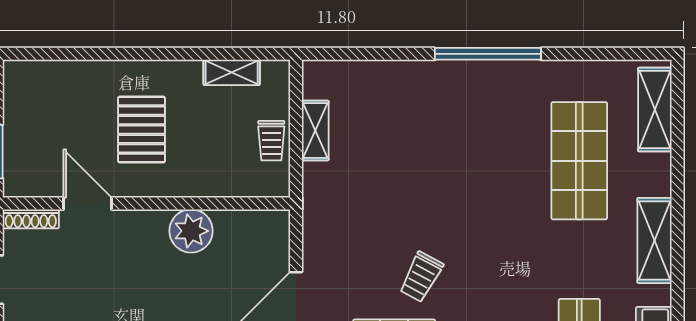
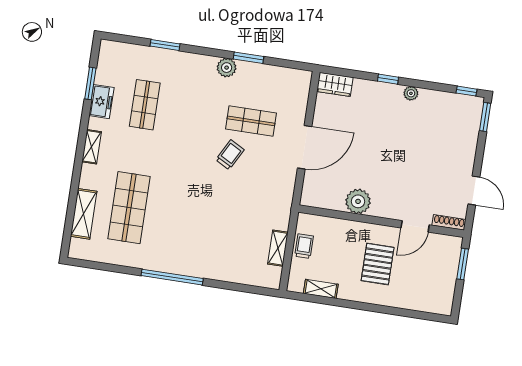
shelving: (655, 110) -> (84, 214), moved
door: (87, 203) -> (415, 226), hinge flipped
shelving: (655, 240) -> (92, 147), width x0.67, depth x0.75

